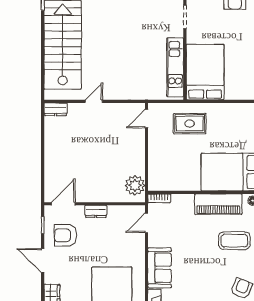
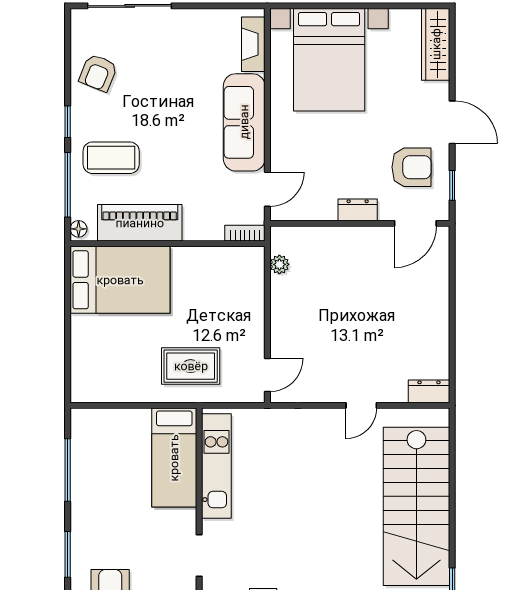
bed: (205, 72) -> (174, 458), width x0.67
plant: (135, 185) -> (279, 264), width x0.53, depth x0.53
sofa: (160, 268) -> (244, 122), width x1.36

